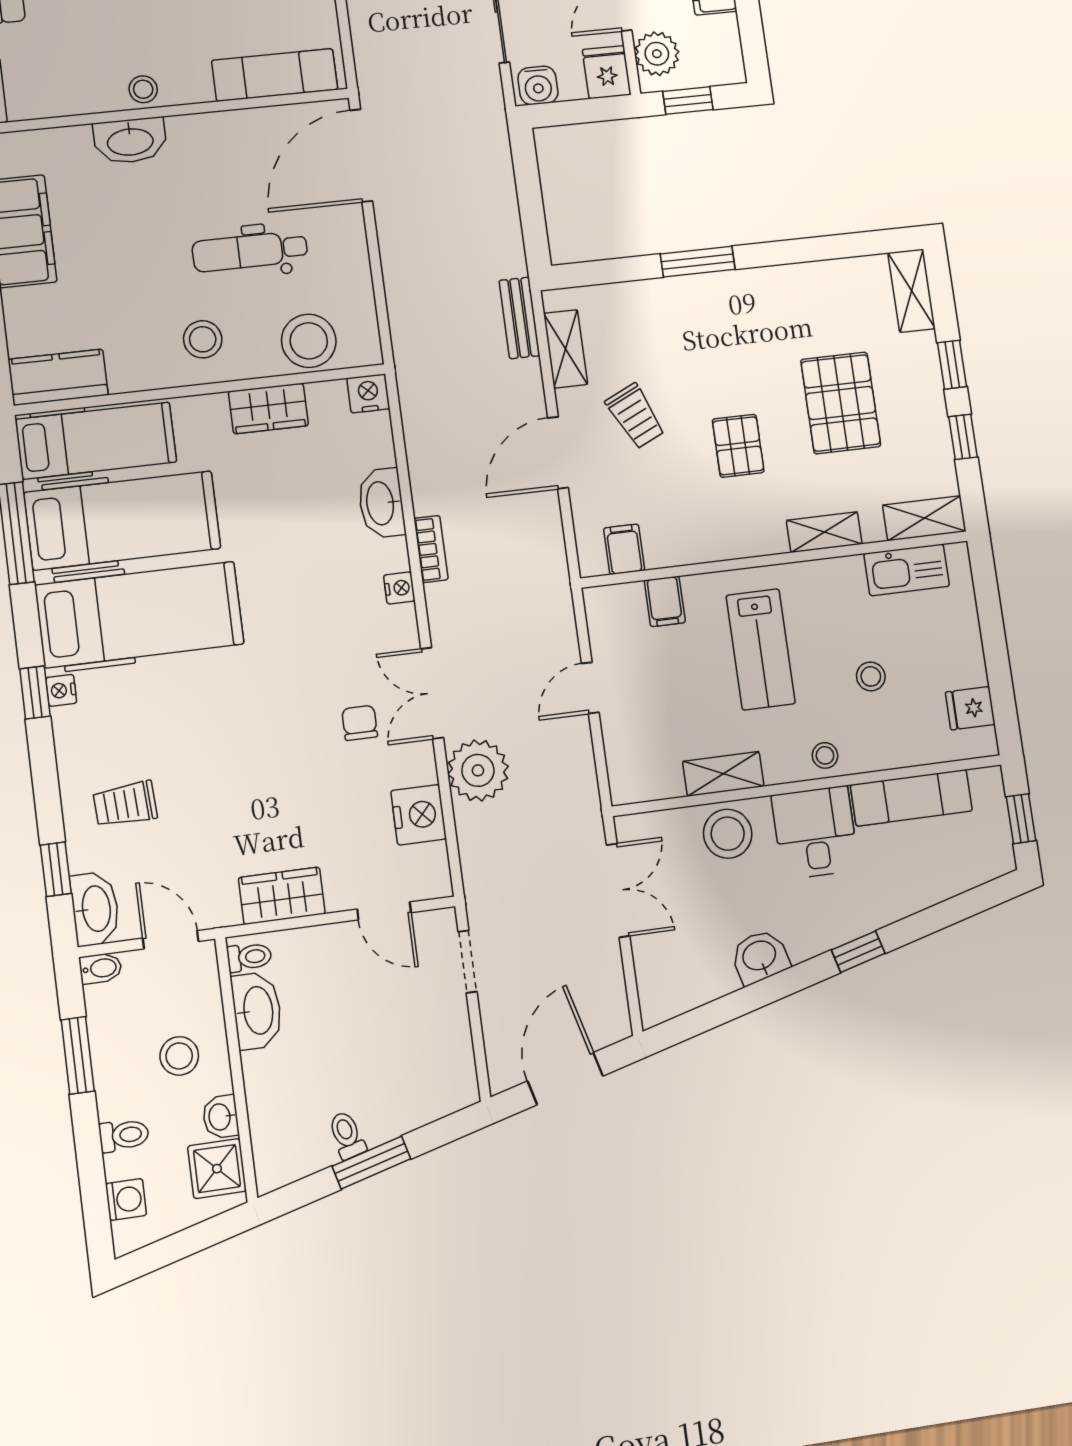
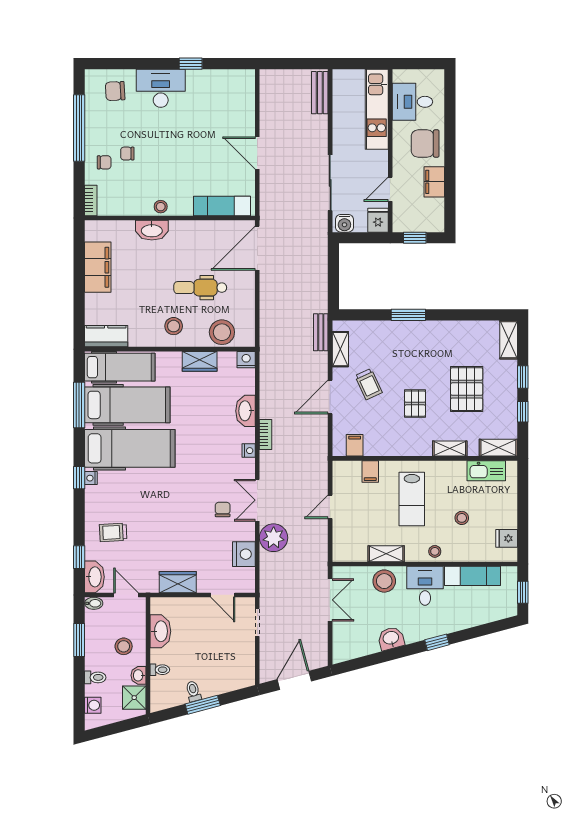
plant: (657, 54) -> (403, 214), removed
toilet: (249, 957) -> (160, 670), moved

